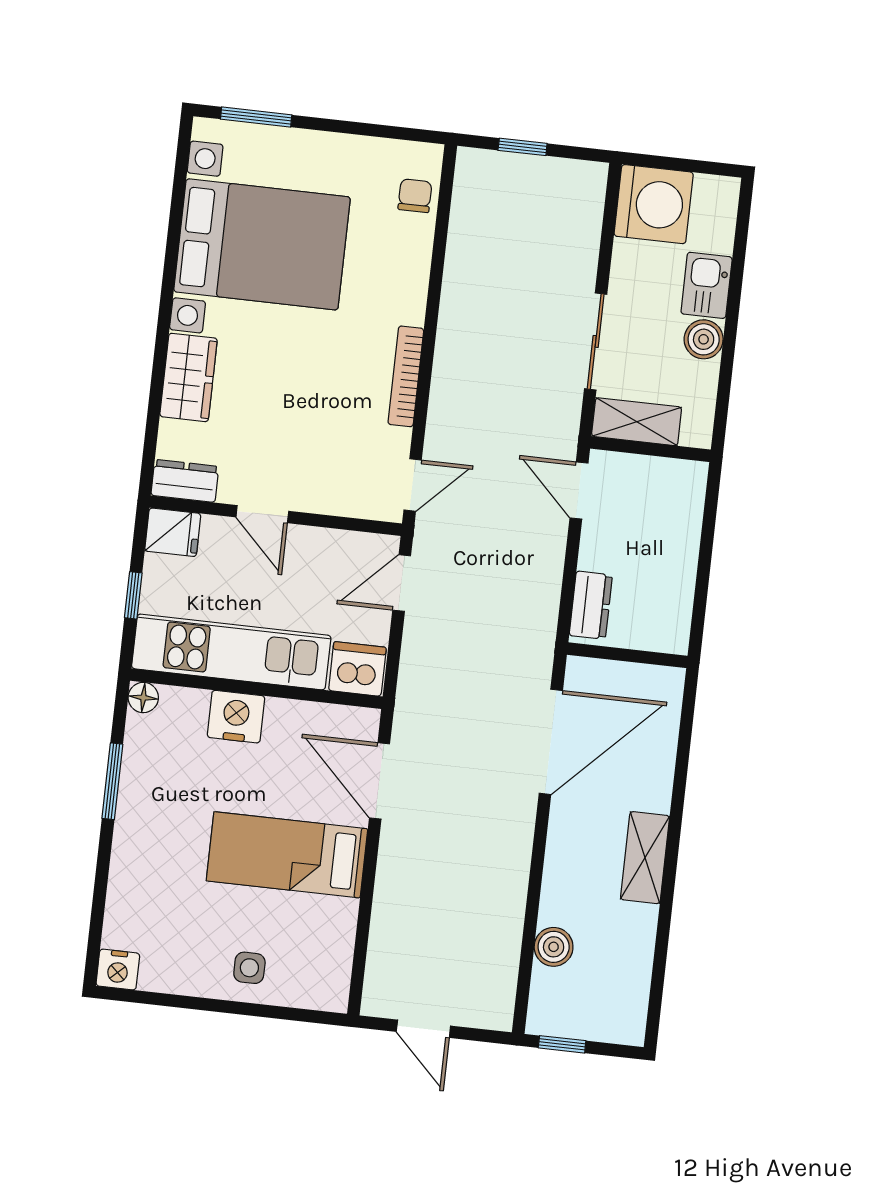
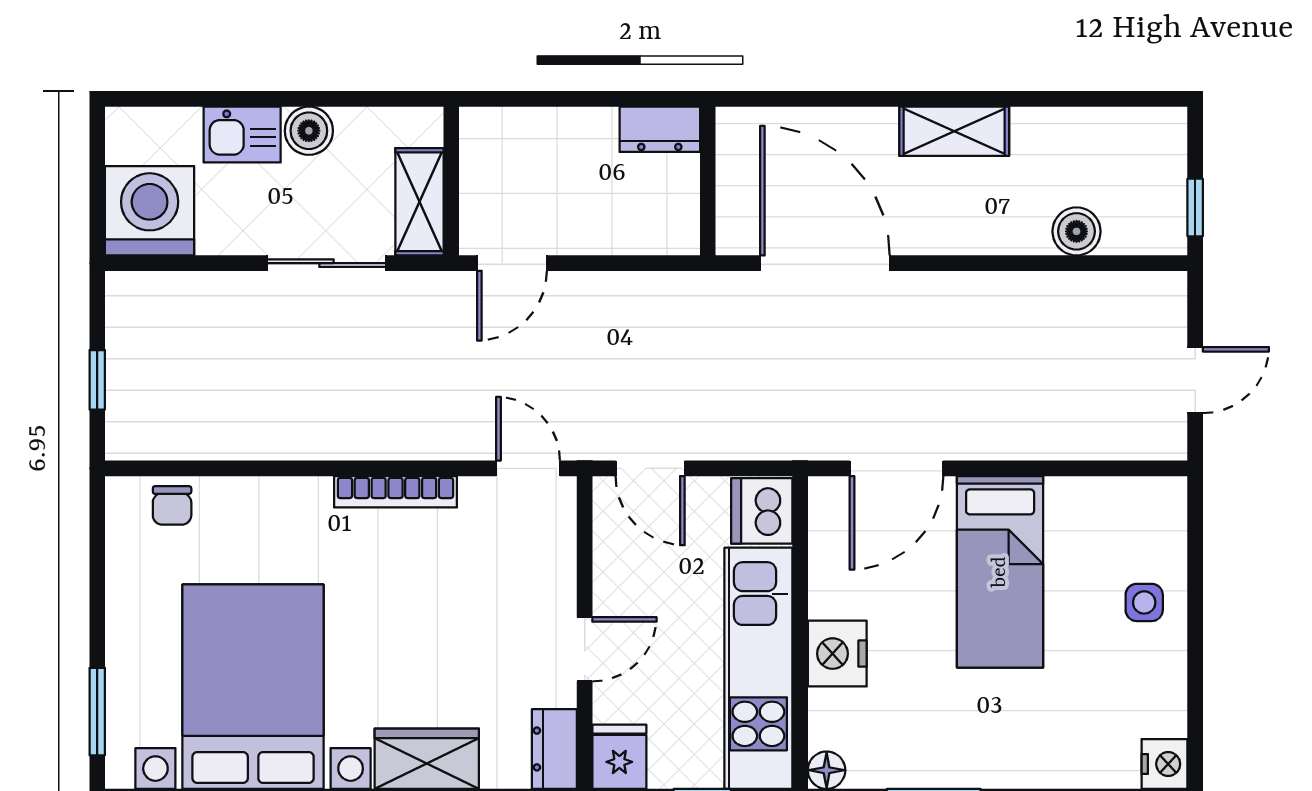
chair: (415, 196) -> (172, 505), turned -90
dresser: (591, 605) -> (660, 129), moved, turned 180

